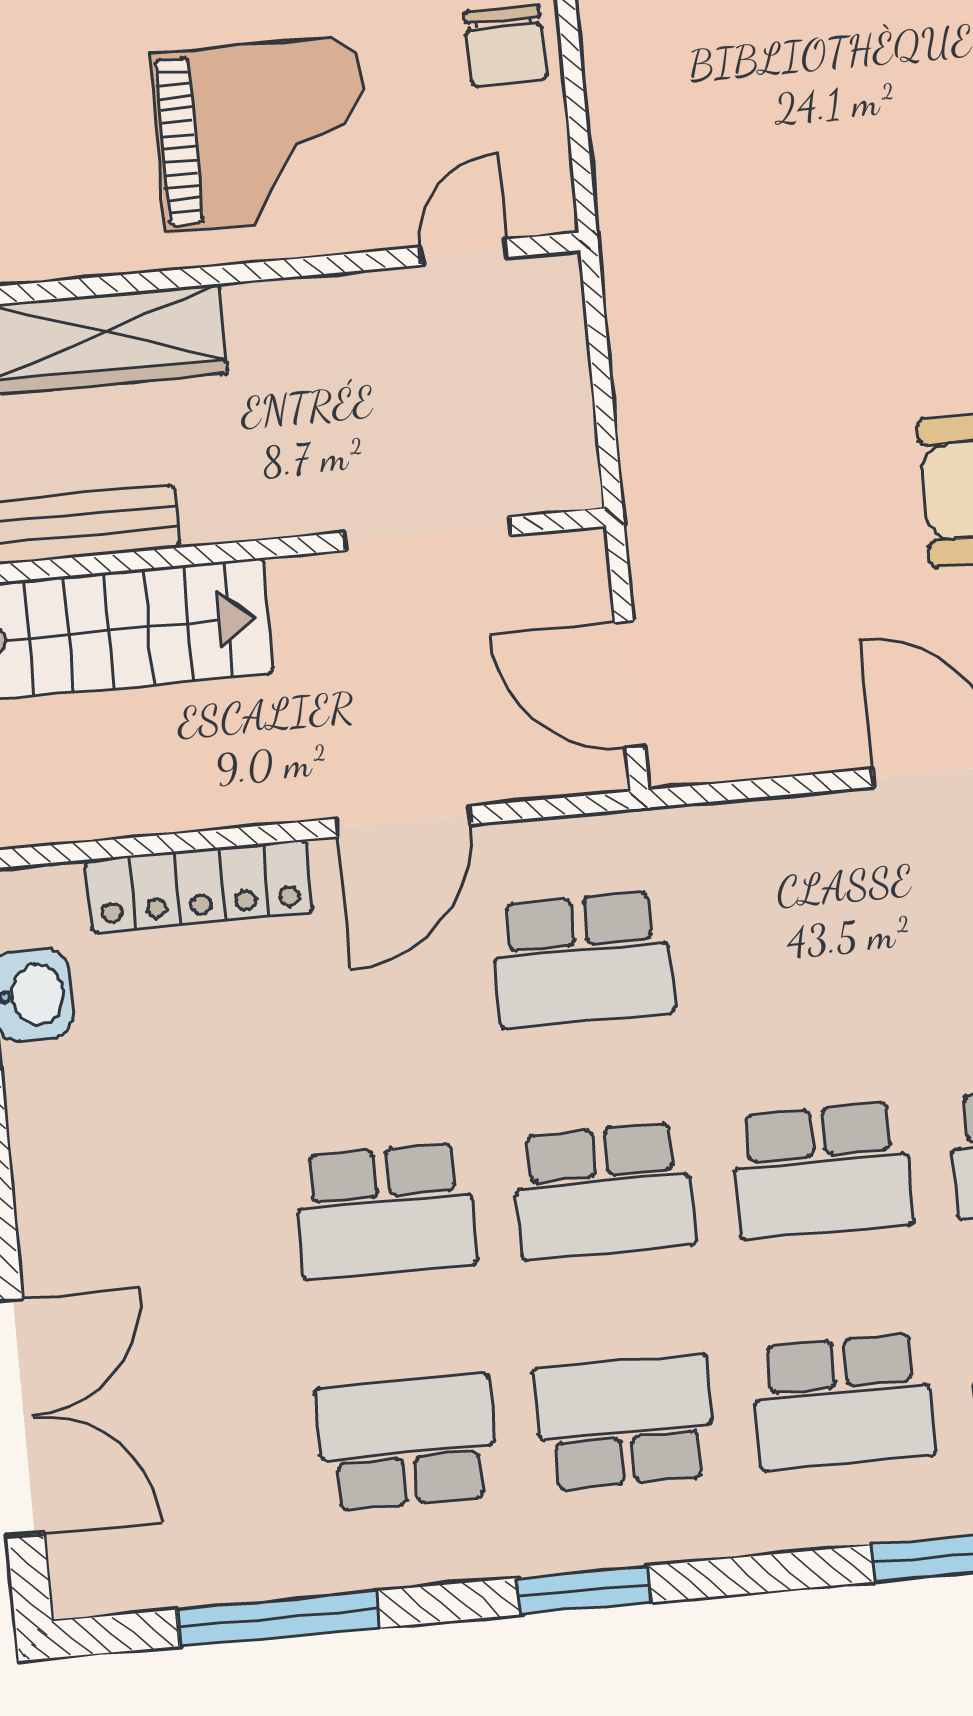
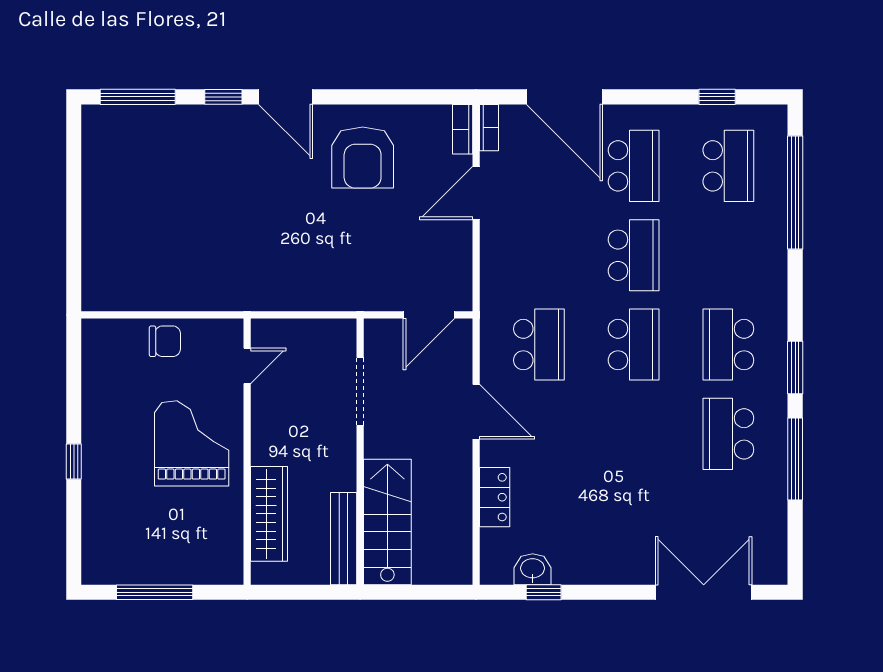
door: (464, 252) -> (247, 366), swing flipped
locker: (199, 886) -> (495, 497), width x0.66
school desk: (385, 1211) -> (634, 434), removed
school desk: (843, 1402) -> (728, 255), removed
window: (278, 1619) -> (795, 459), moved

